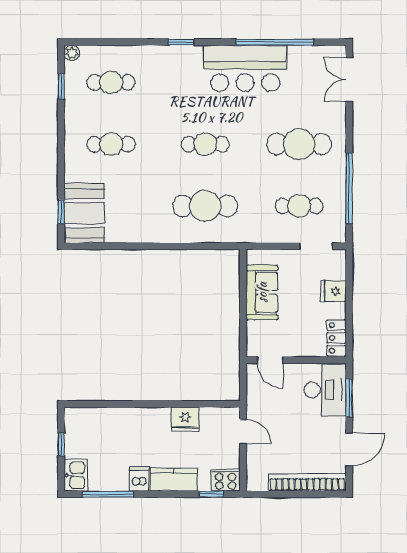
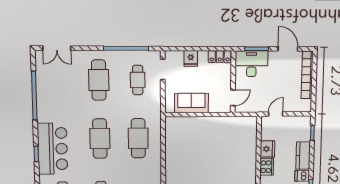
bar counter: (245, 68) -> (53, 149), moved
cafe table: (205, 144) -> (100, 139), width x1.37, depth x1.35
cooker: (226, 480) -> (267, 167), moved, turned 180

